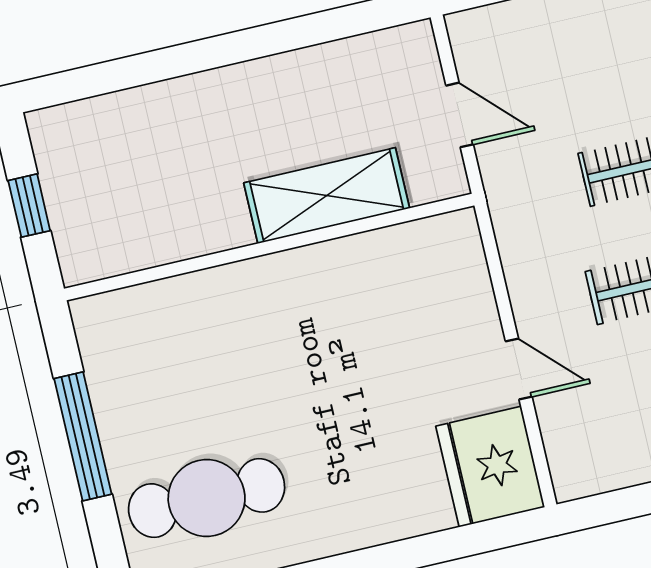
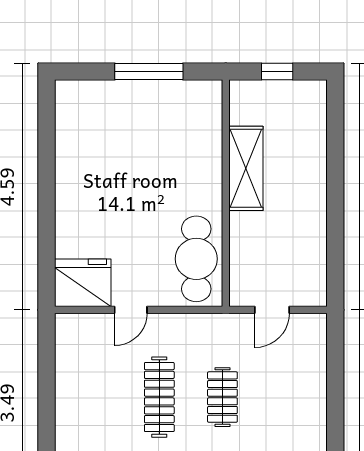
shelving: (327, 196) -> (246, 168), moved
cafe table: (207, 498) -> (196, 259), moved

